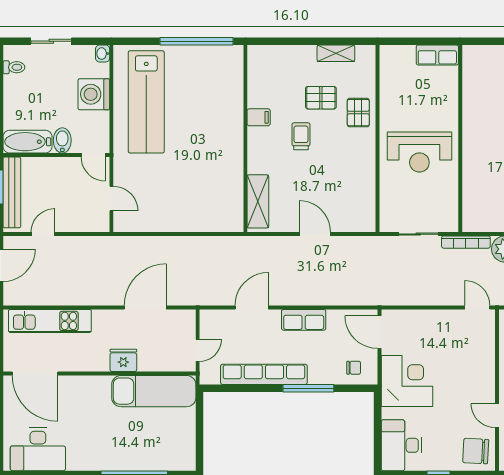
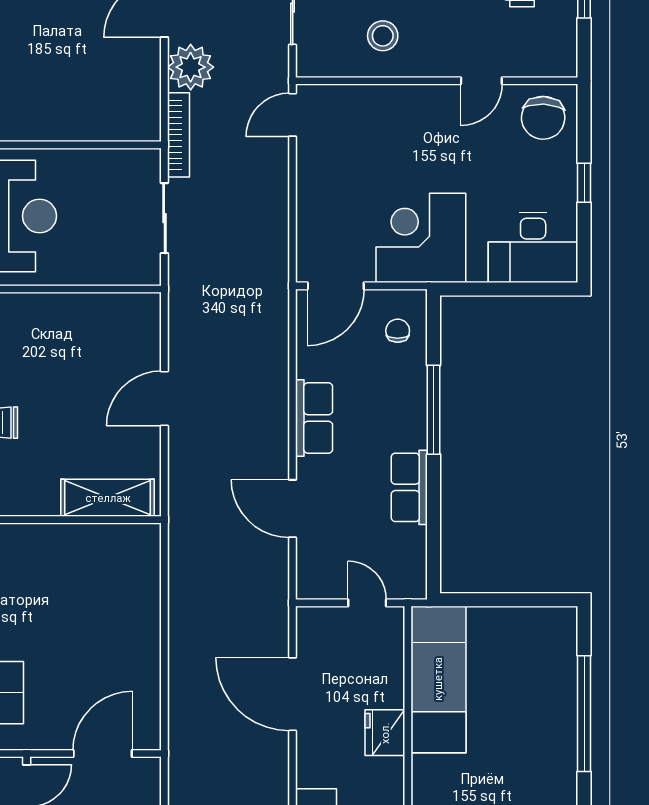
door: (111, 199) -> (103, 753), width x1.38
row of seats: (264, 374) -> (409, 487), width x0.50

